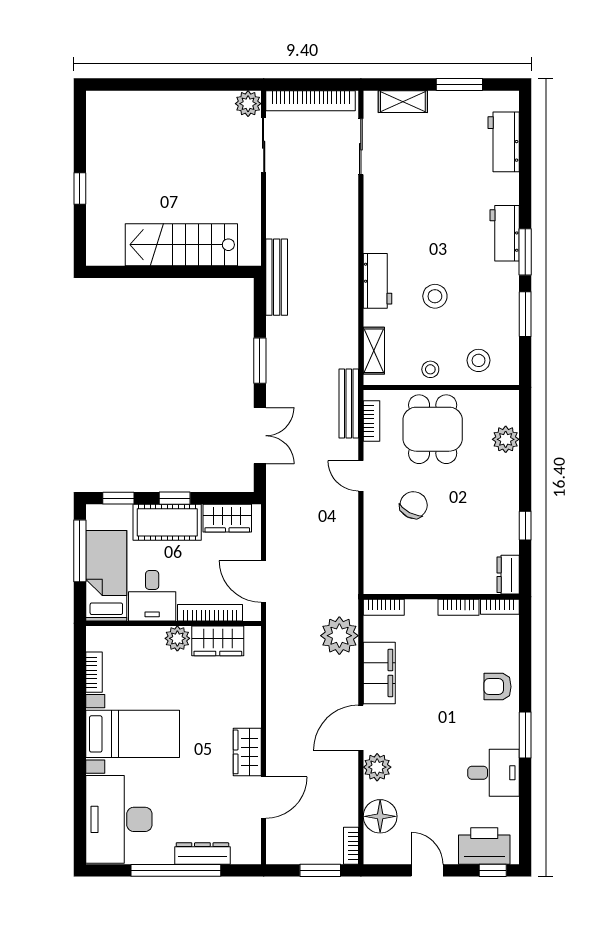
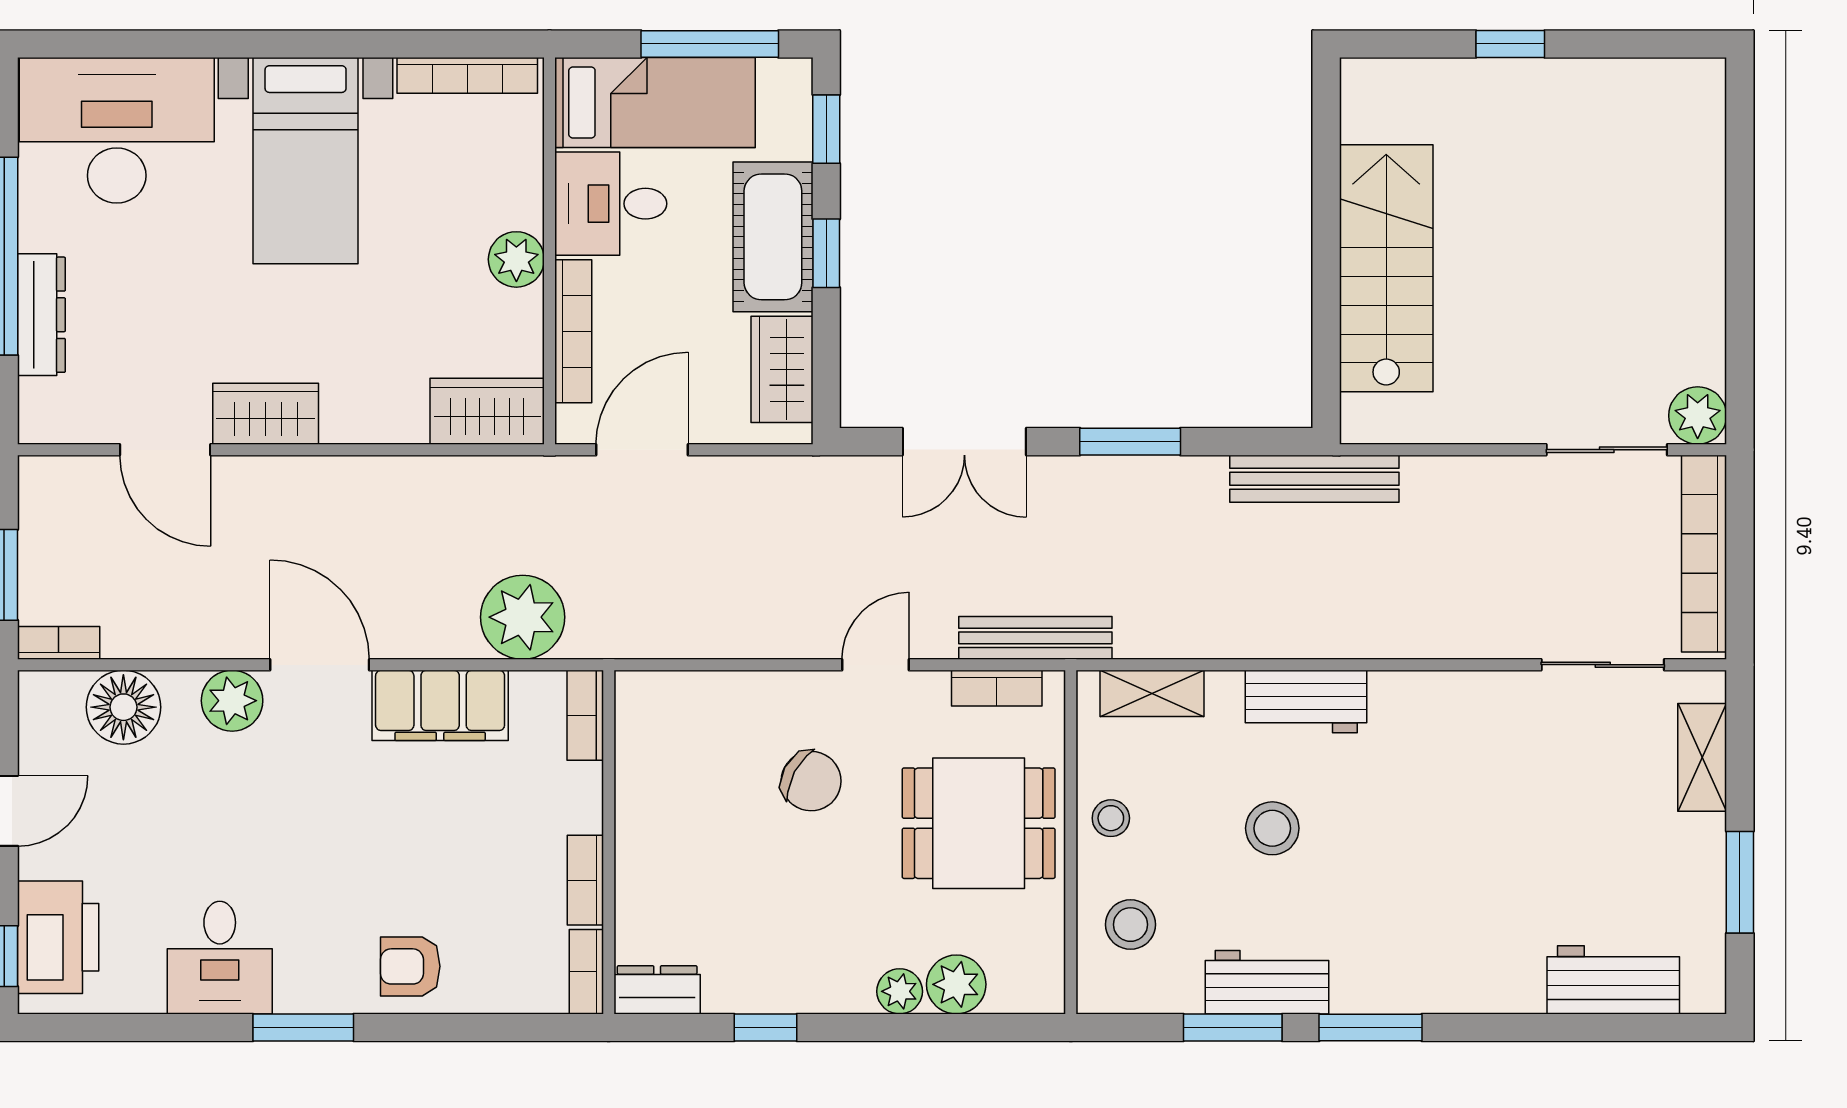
workbench: (505, 233) -> (1267, 982), moved
plant: (509, 465) -> (900, 991), added
wardrobe: (218, 641) -> (487, 411), moved, turned 90
bookcase: (94, 672) -> (467, 75), width x1.56
armchair: (497, 687) -> (410, 966), turned -90

